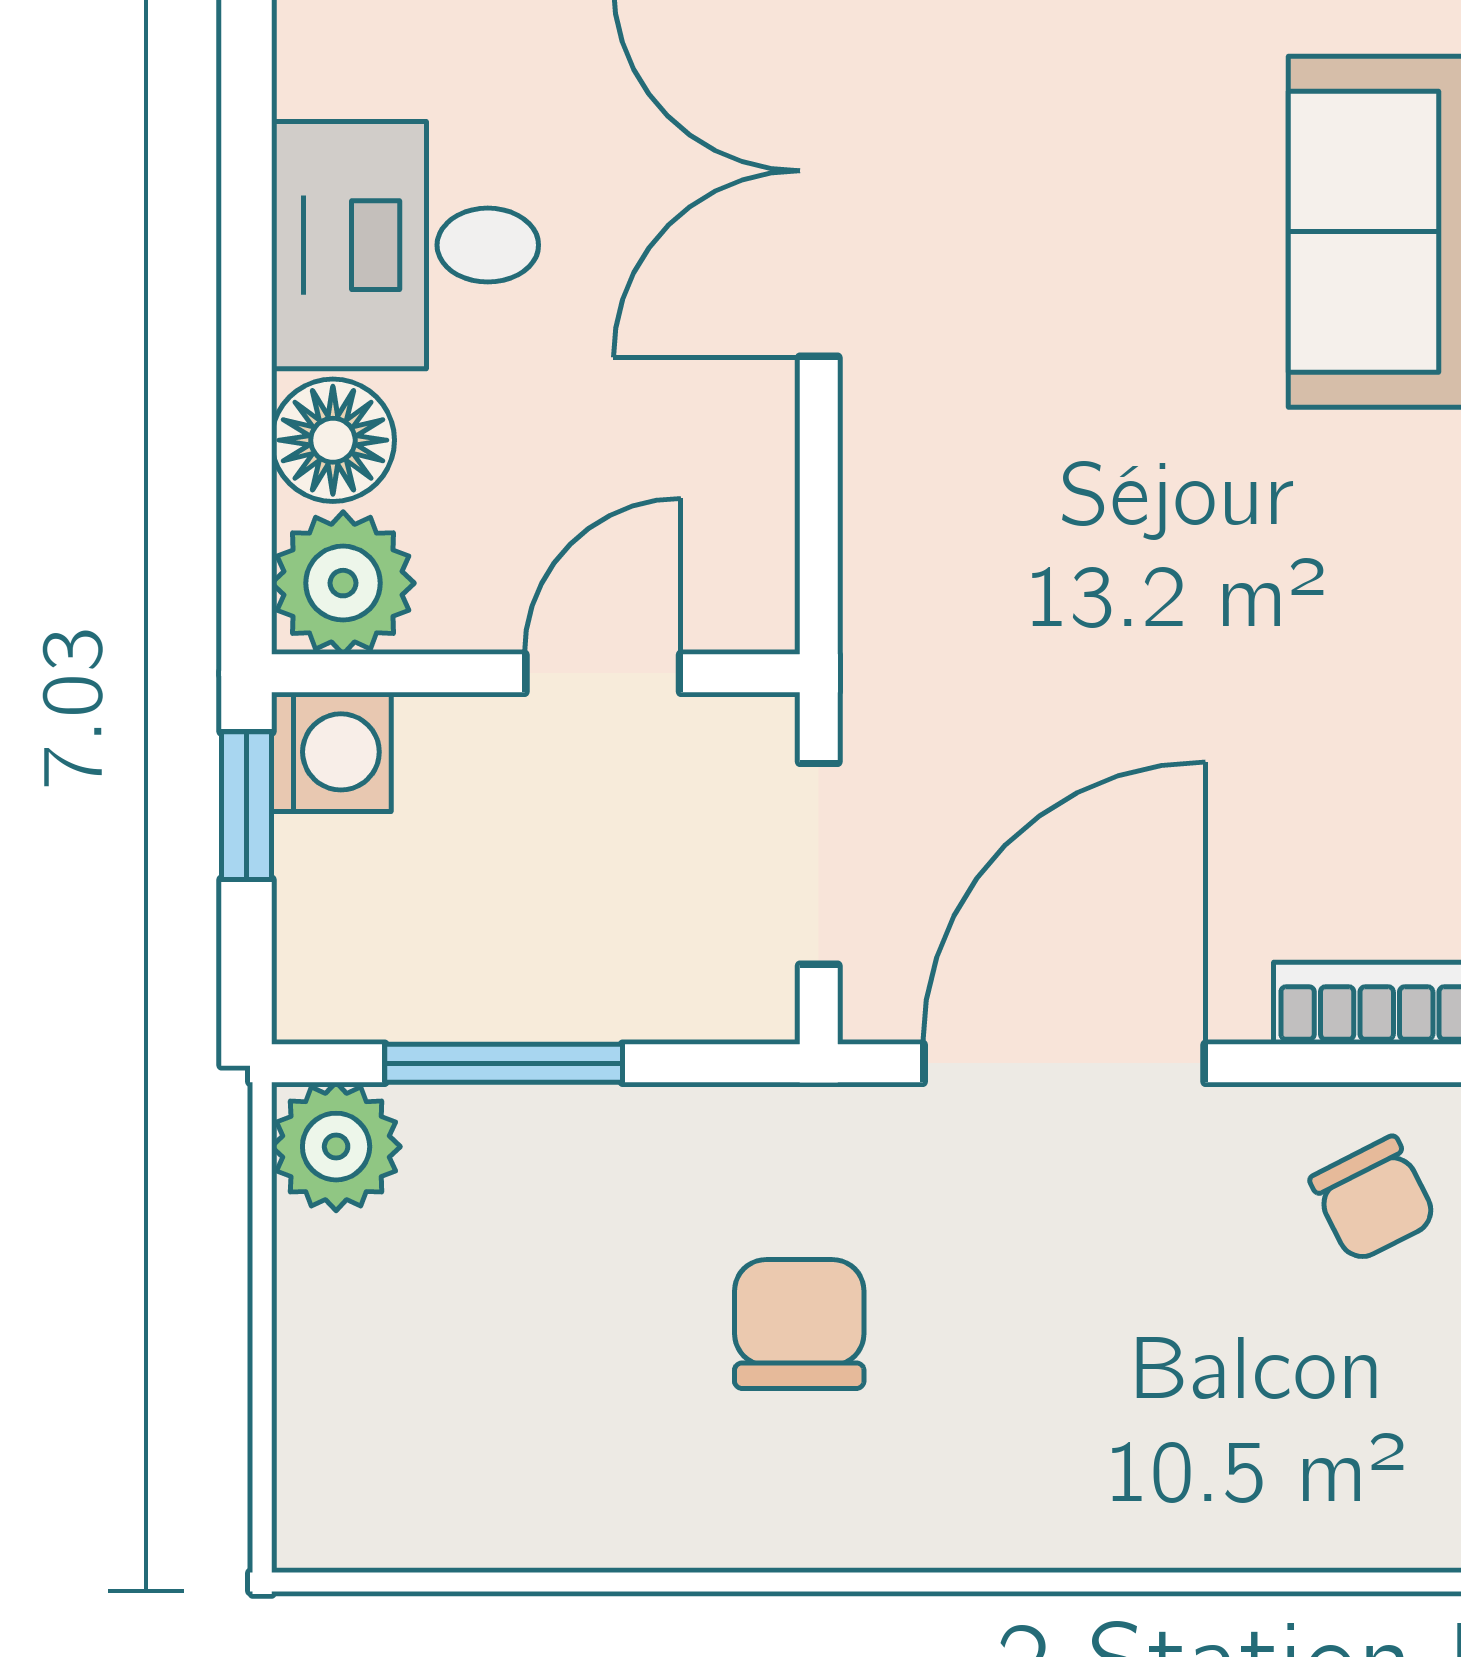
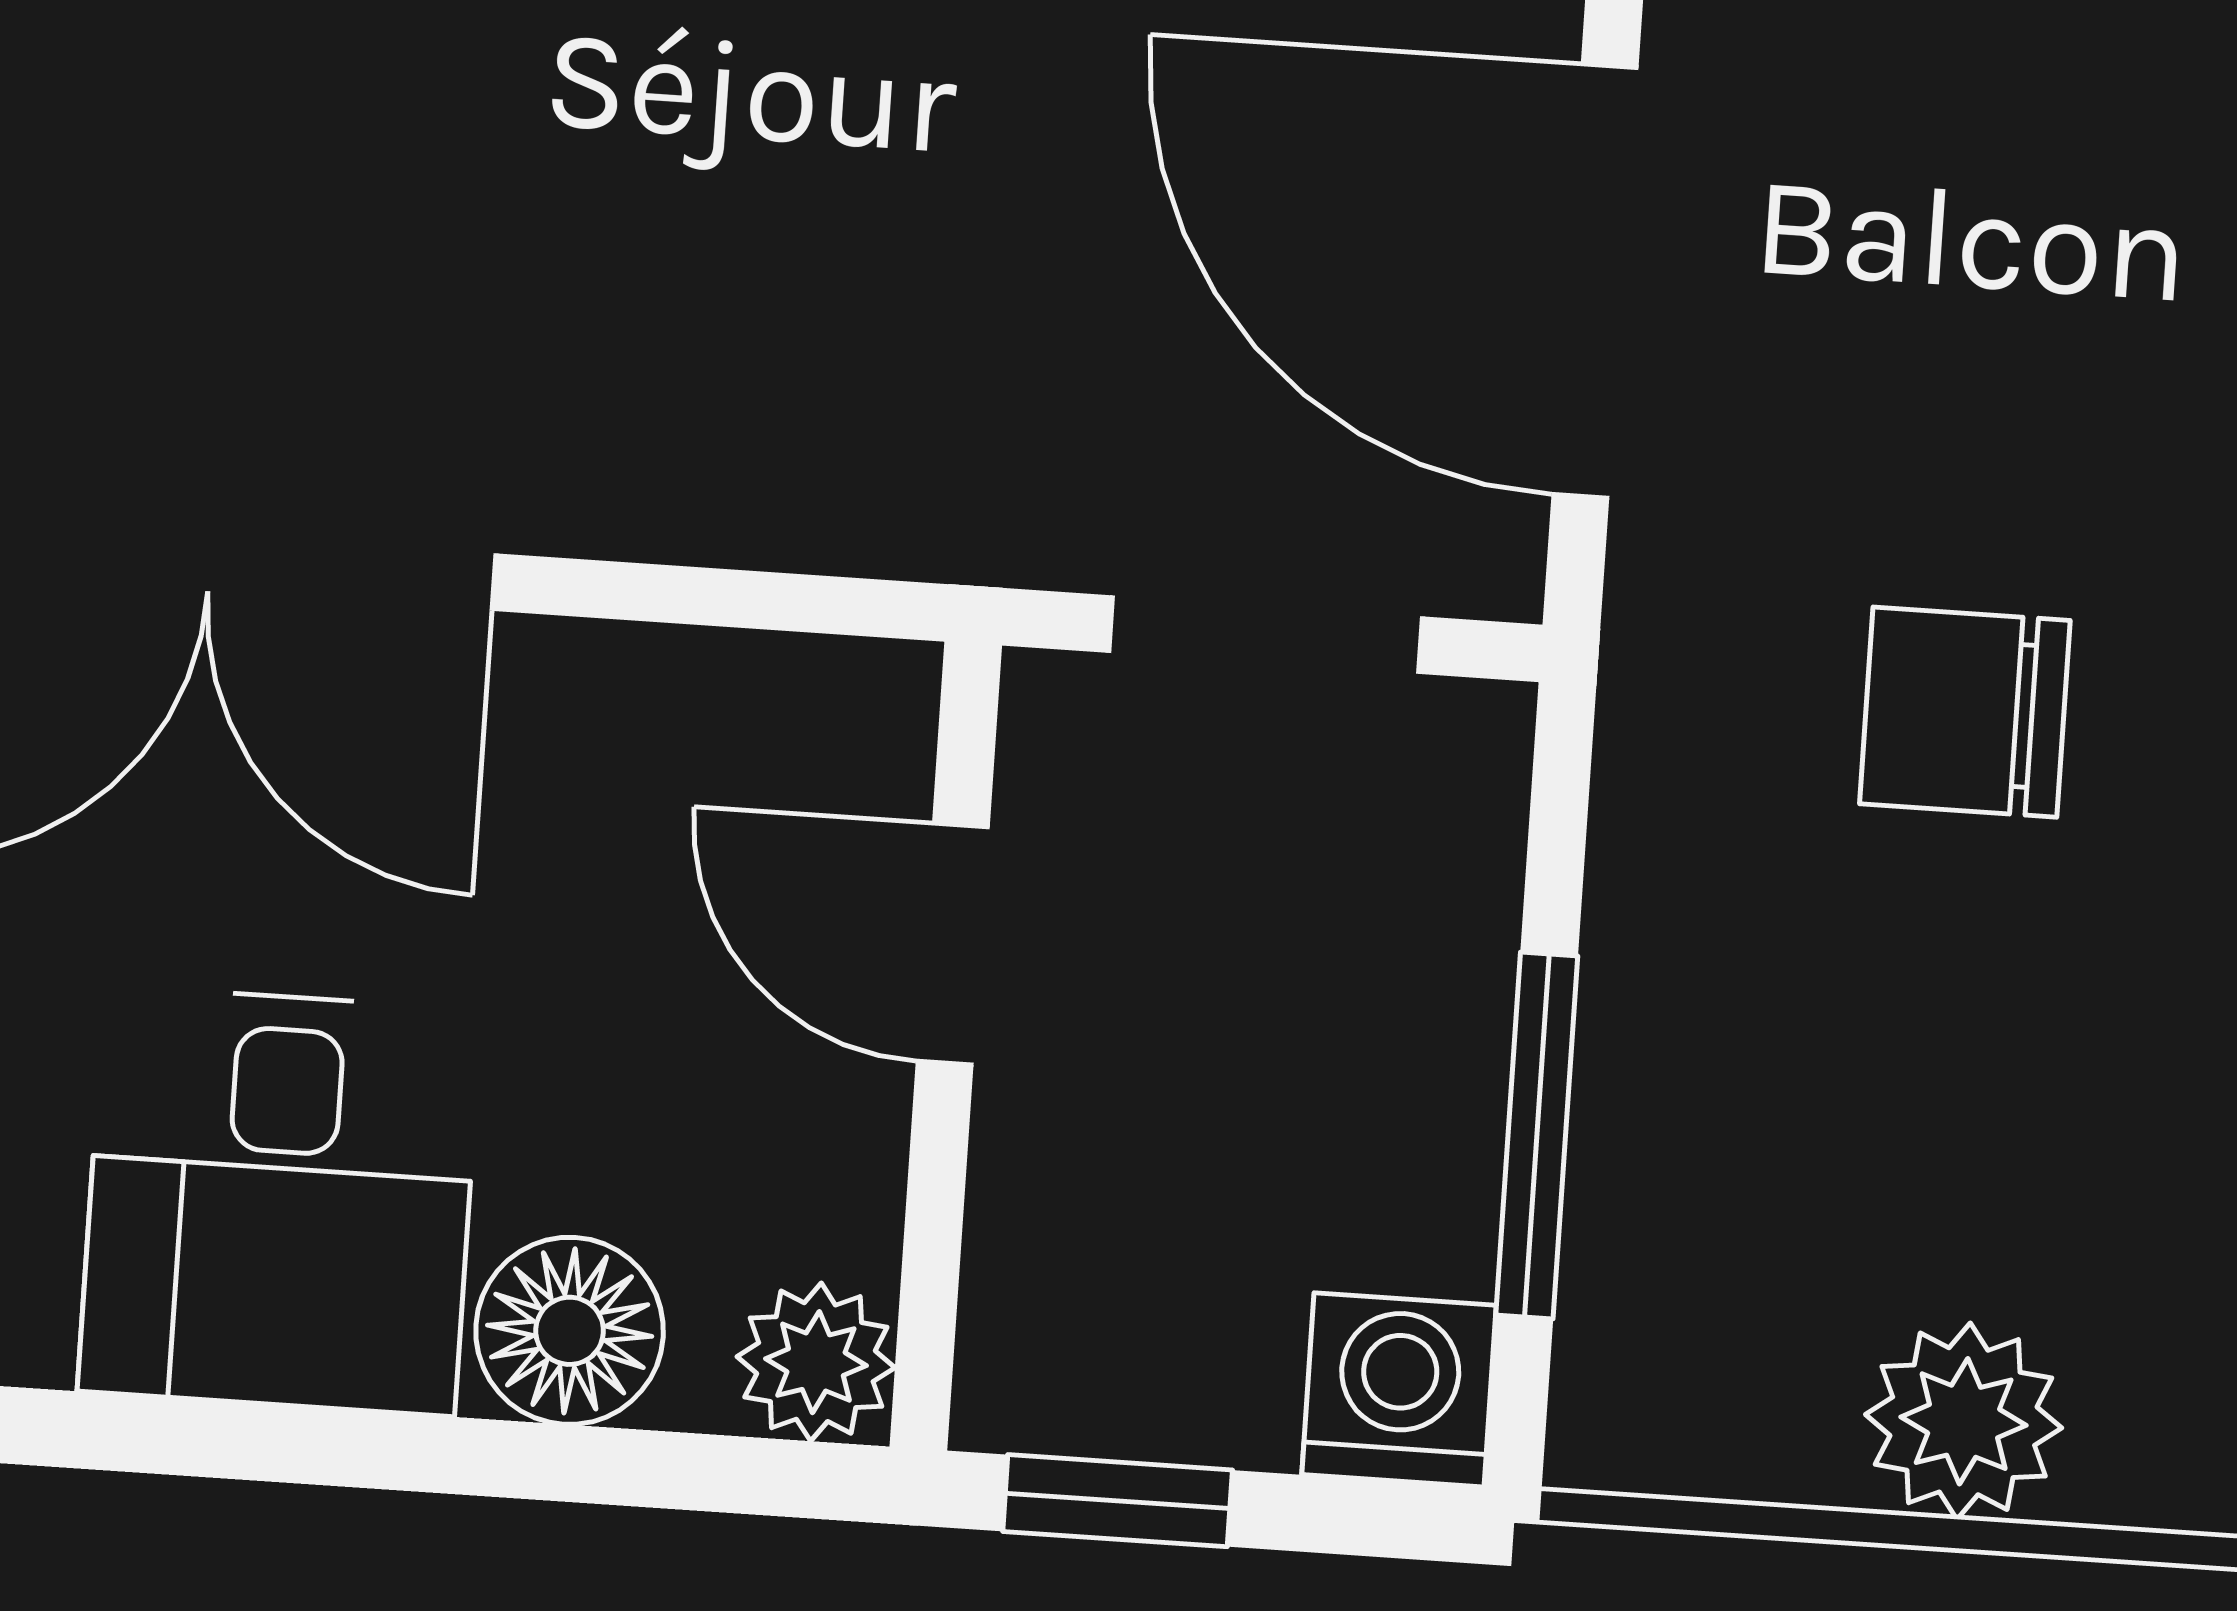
plant: (343, 583) -> (816, 1362), width x0.73, depth x0.73
washing machine: (331, 752) -> (1399, 1390), moved
plant: (336, 1147) -> (1964, 1421), moved

